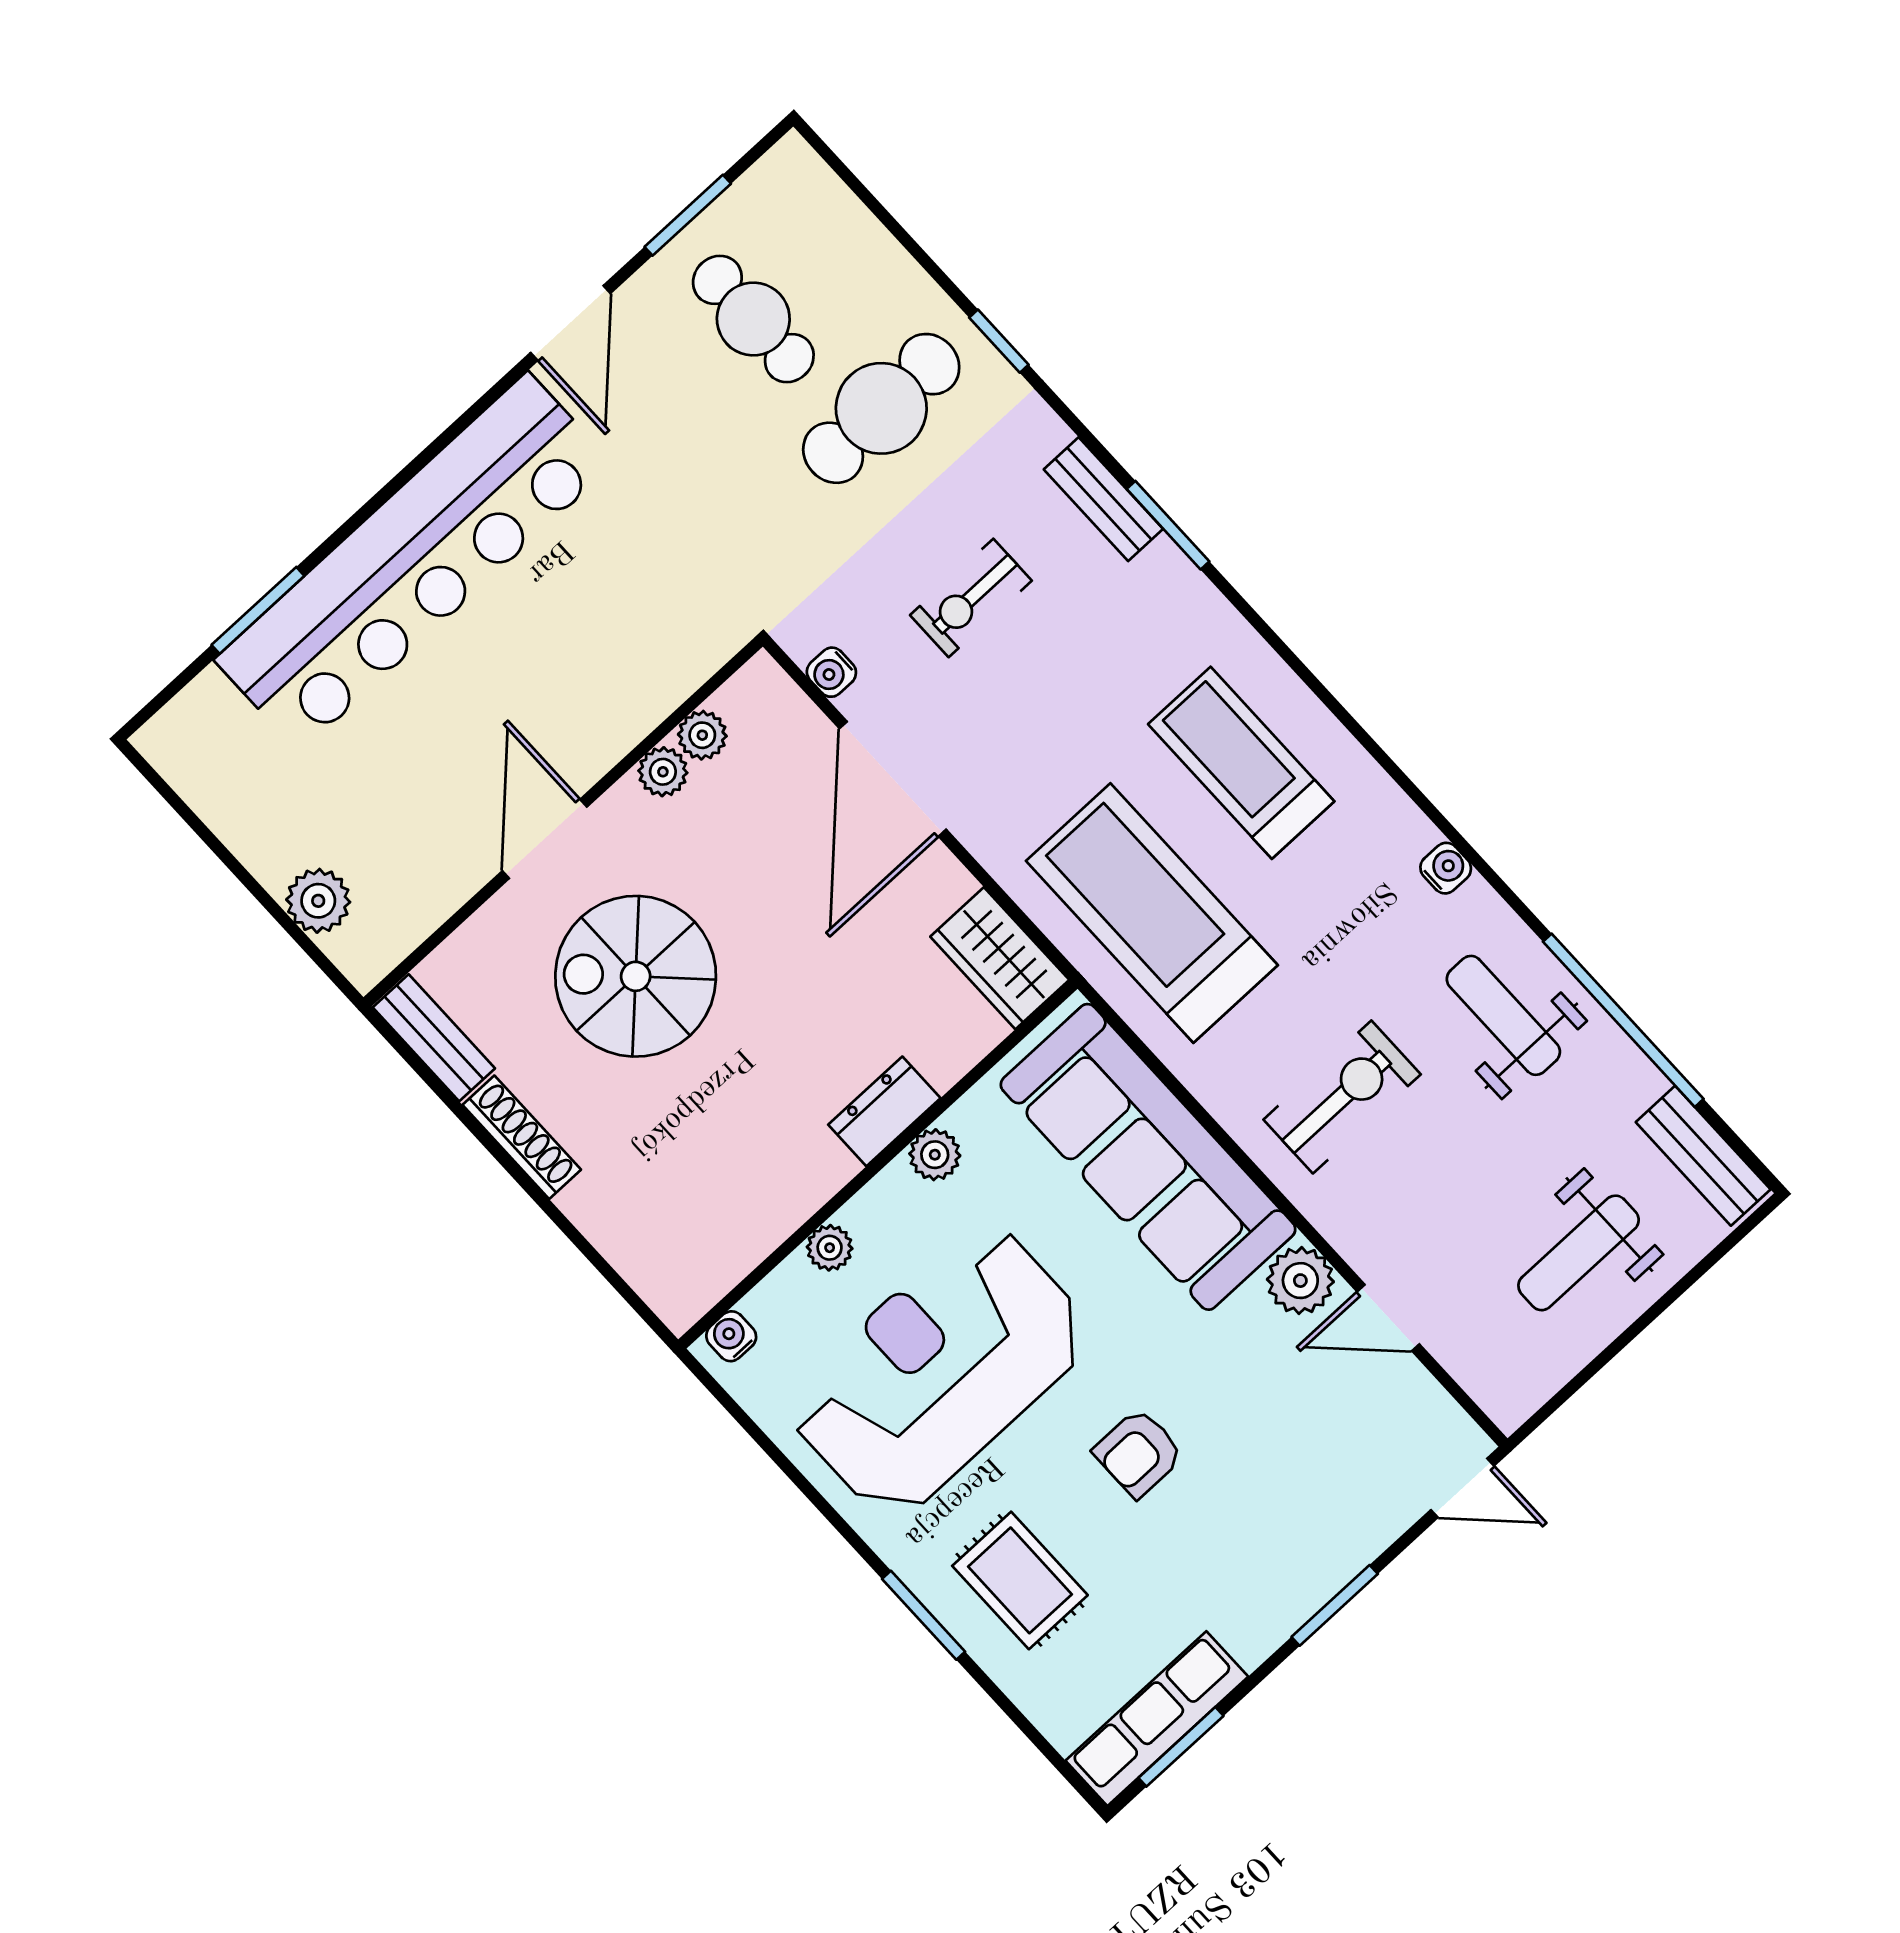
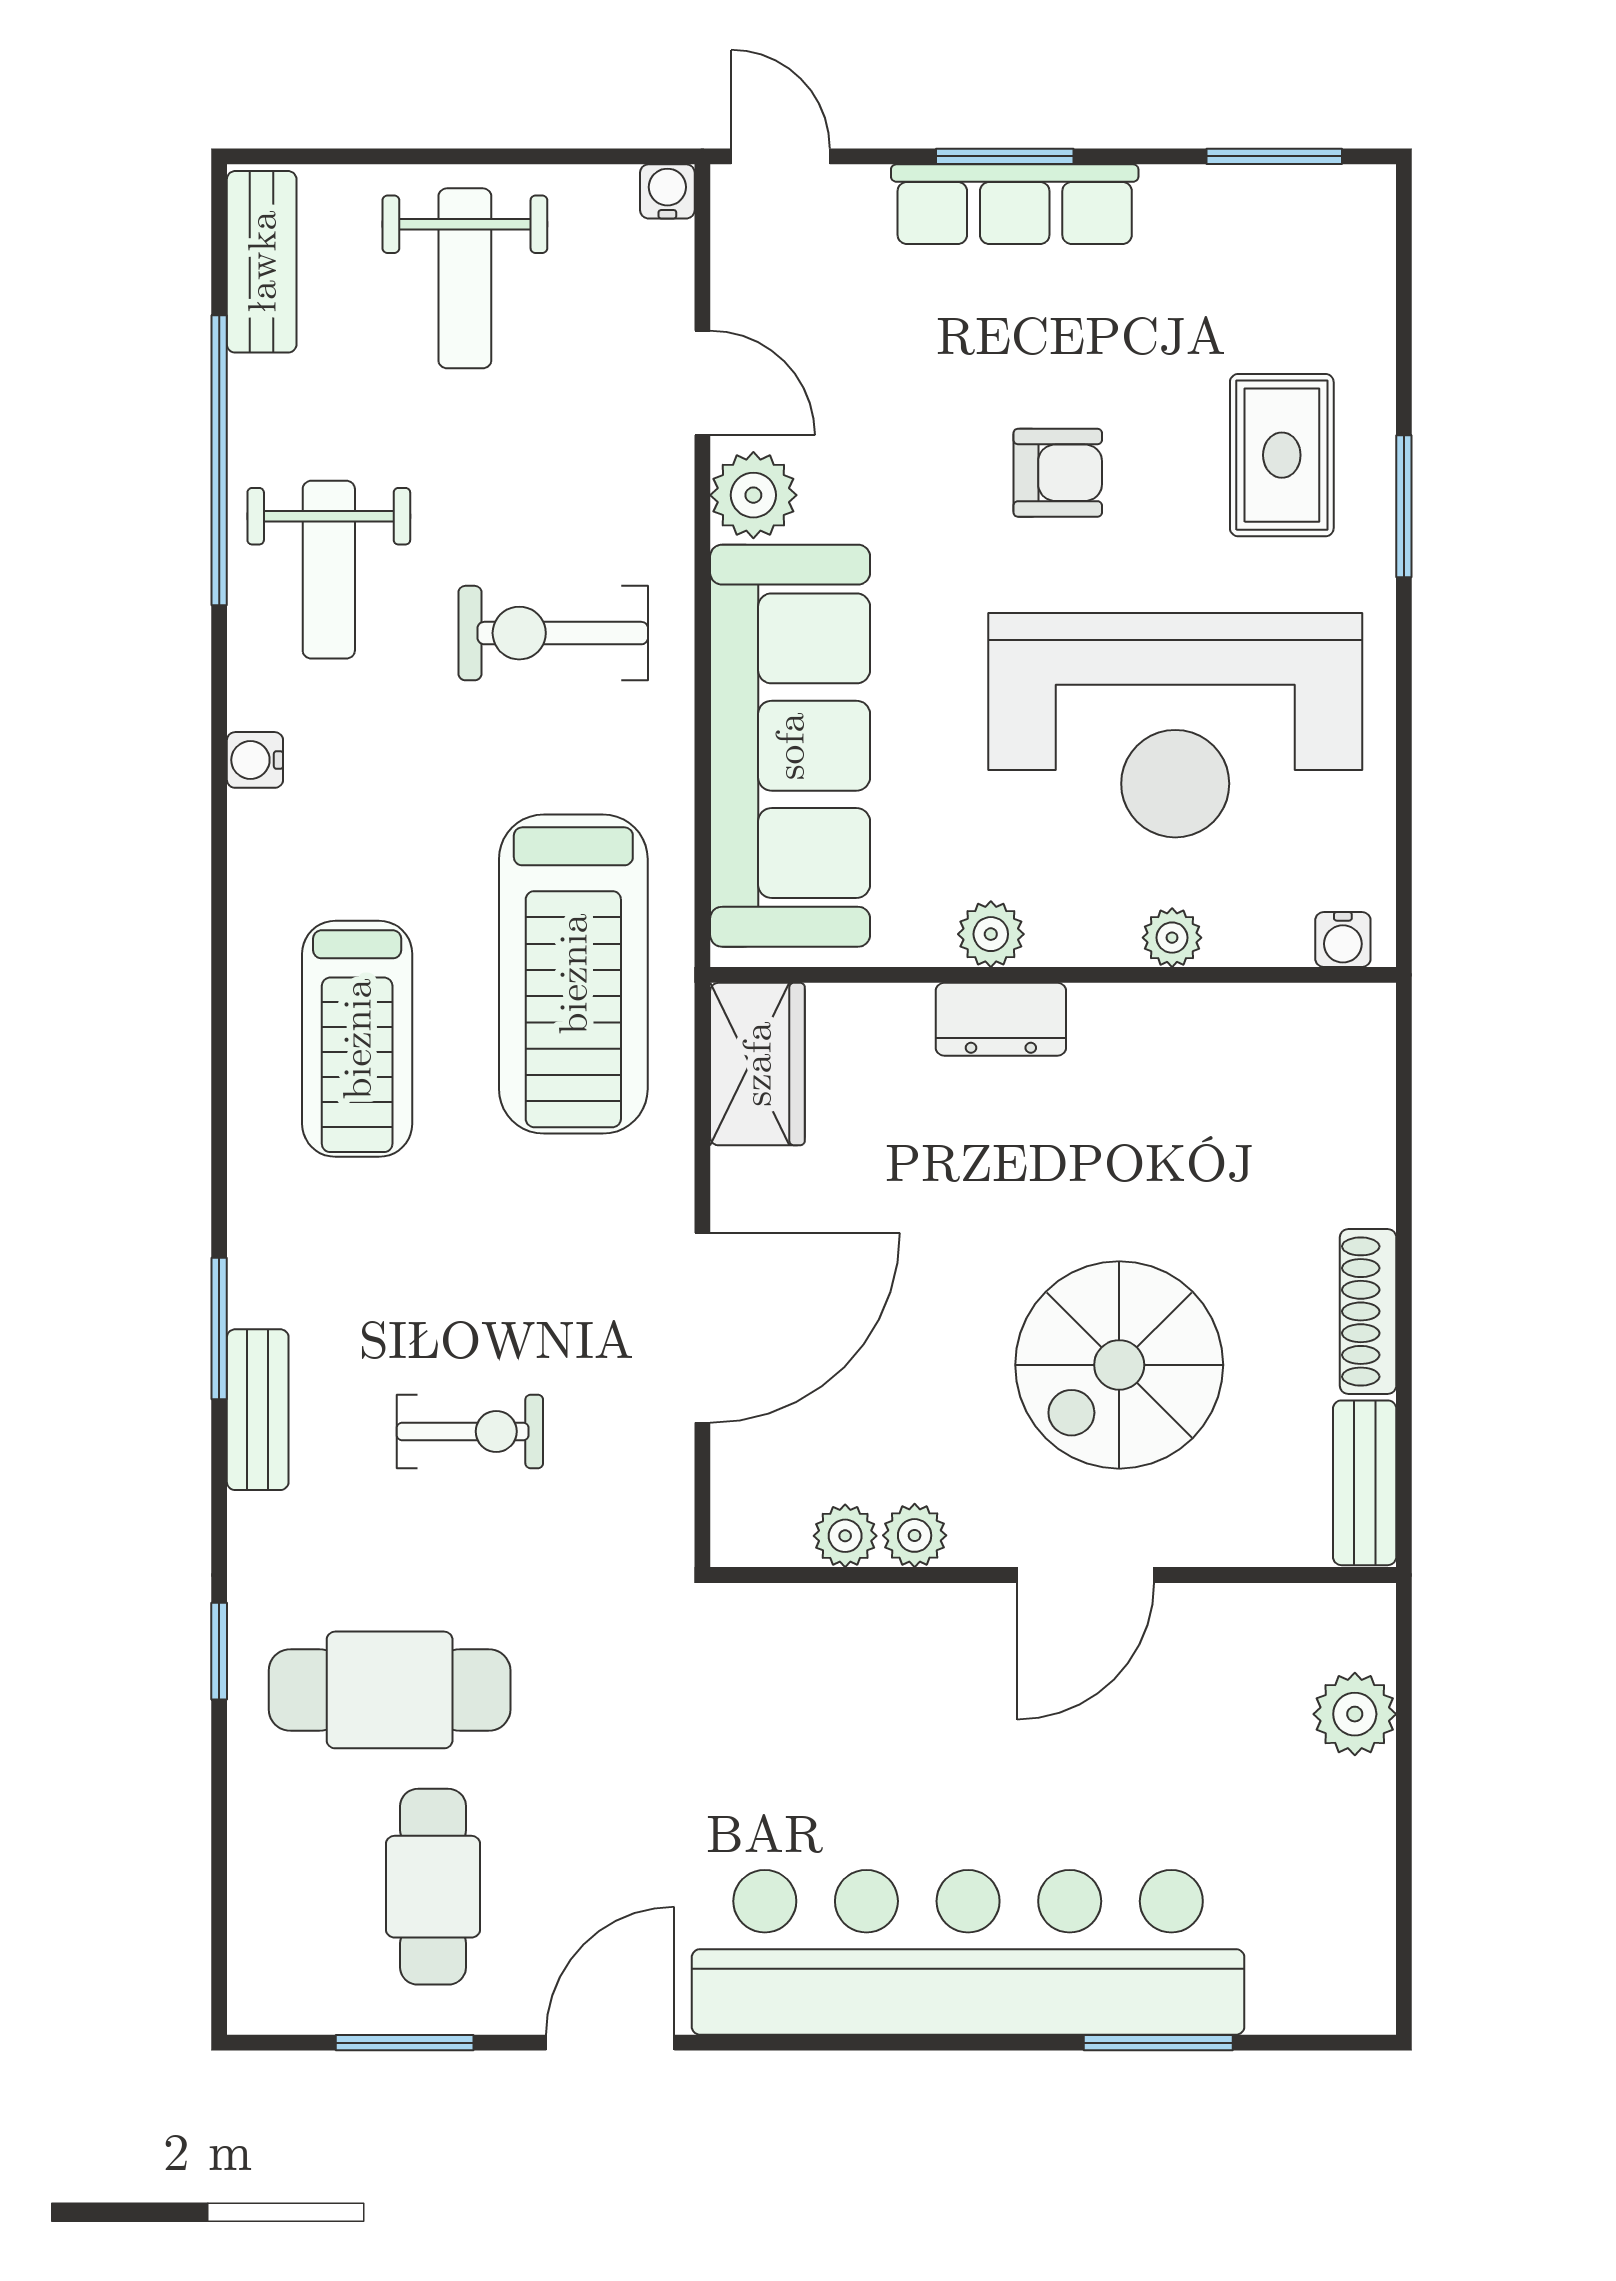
water cooler: (831, 672) -> (667, 191), moved, turned -90
spiral stairs: (636, 976) -> (1119, 1365), turned 90
weight bench: (1579, 1253) -> (465, 278), turned 90
row of seats: (1157, 1719) -> (1015, 204), moved

